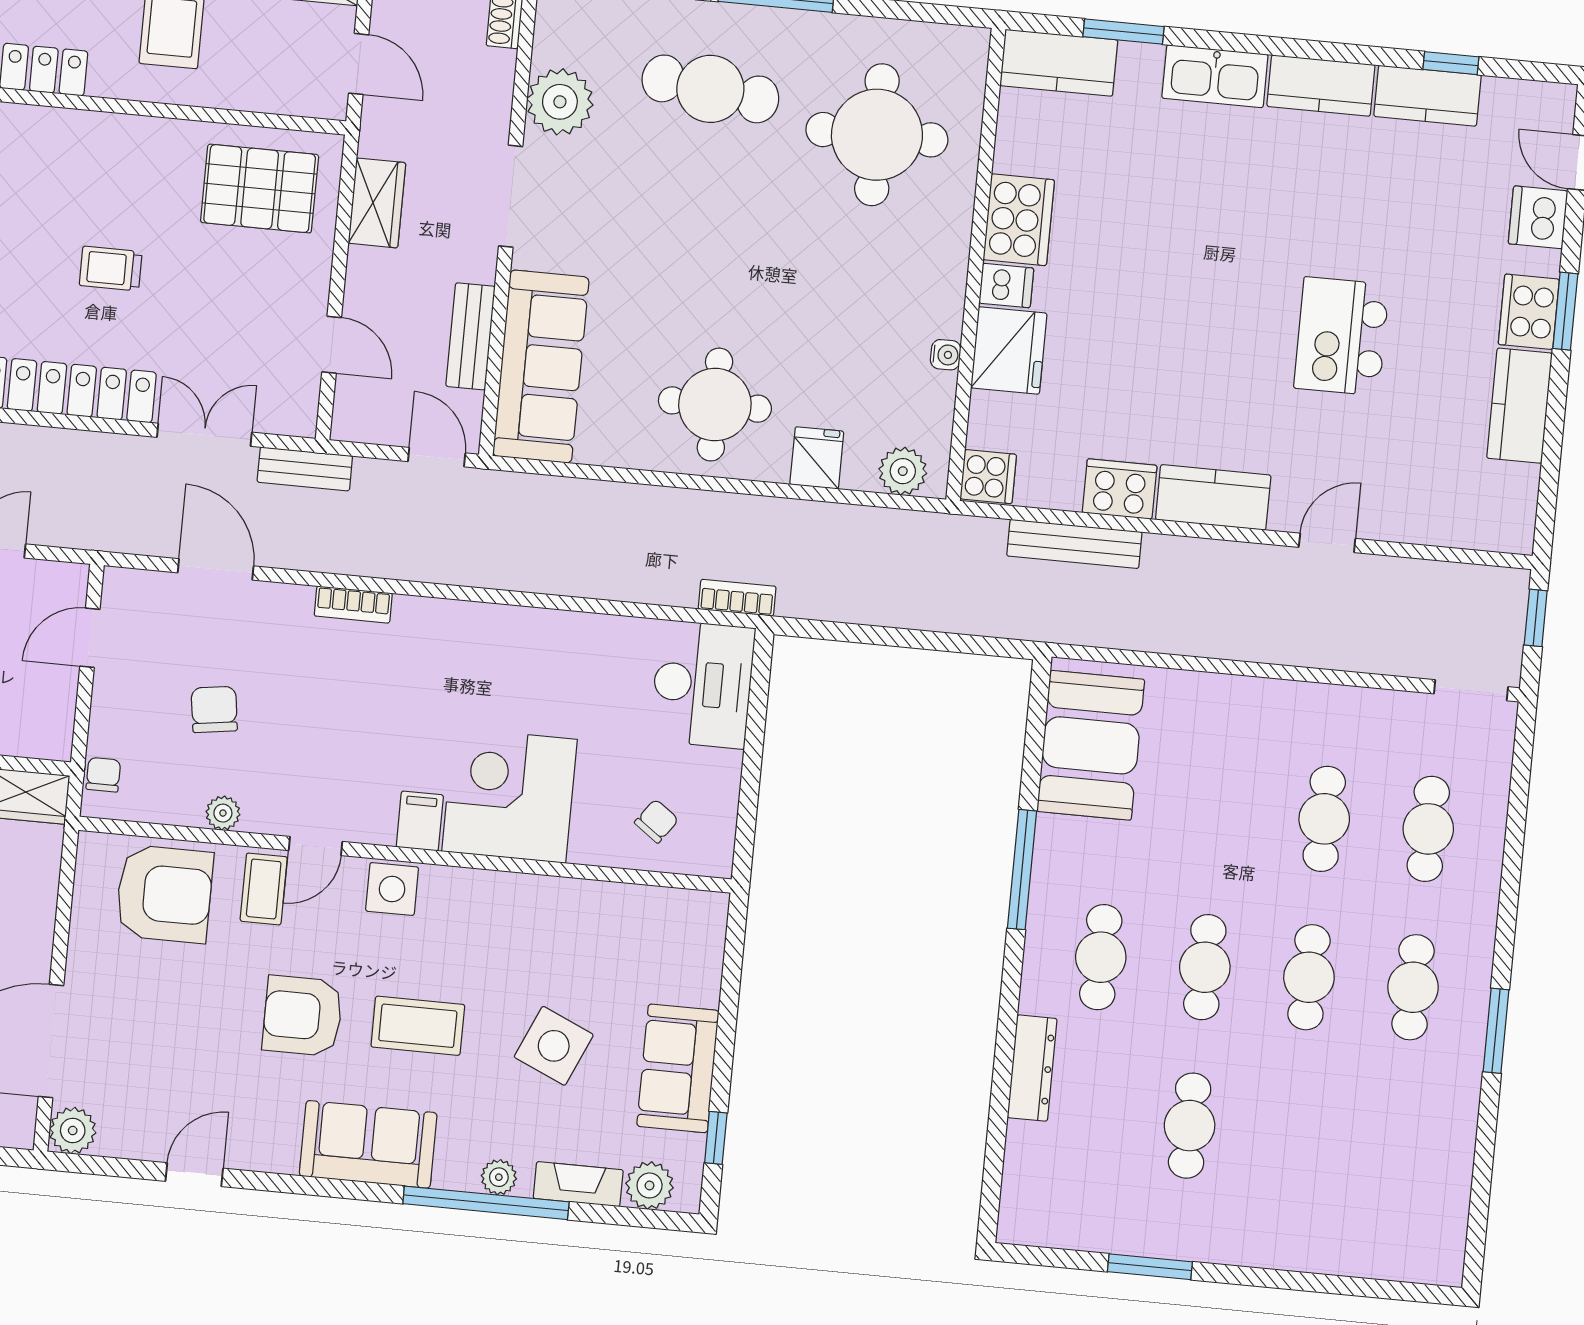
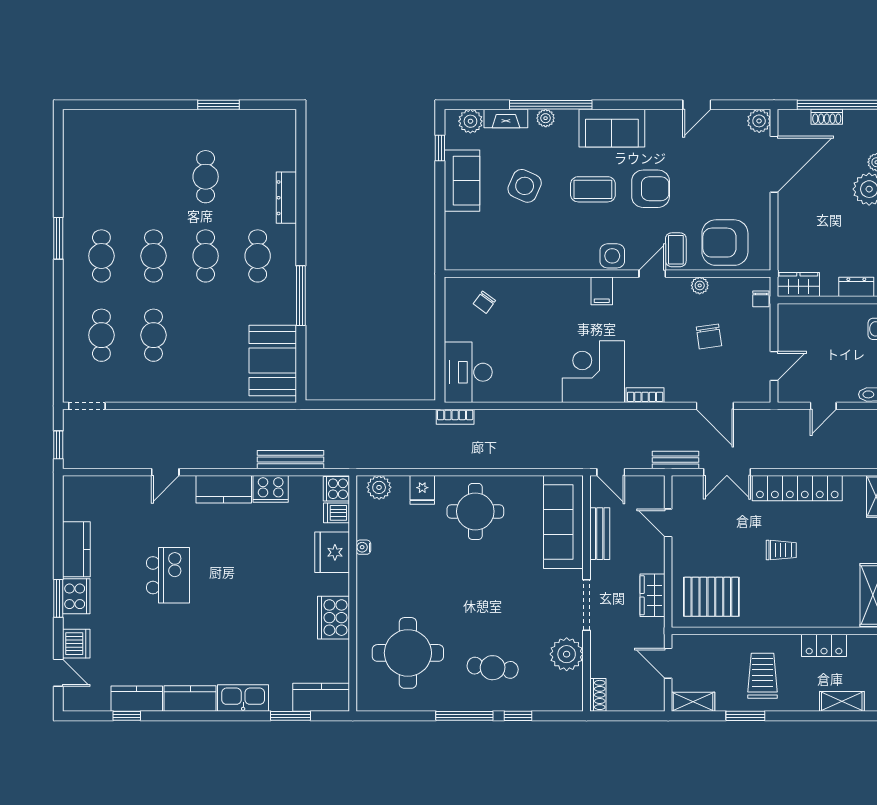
cafe table: (710, 89) -> (493, 668), width x0.73, depth x0.74
dishwasher: (1006, 286) -> (337, 513), moved
corner desk: (510, 795) -> (593, 372), moved, turned 180

